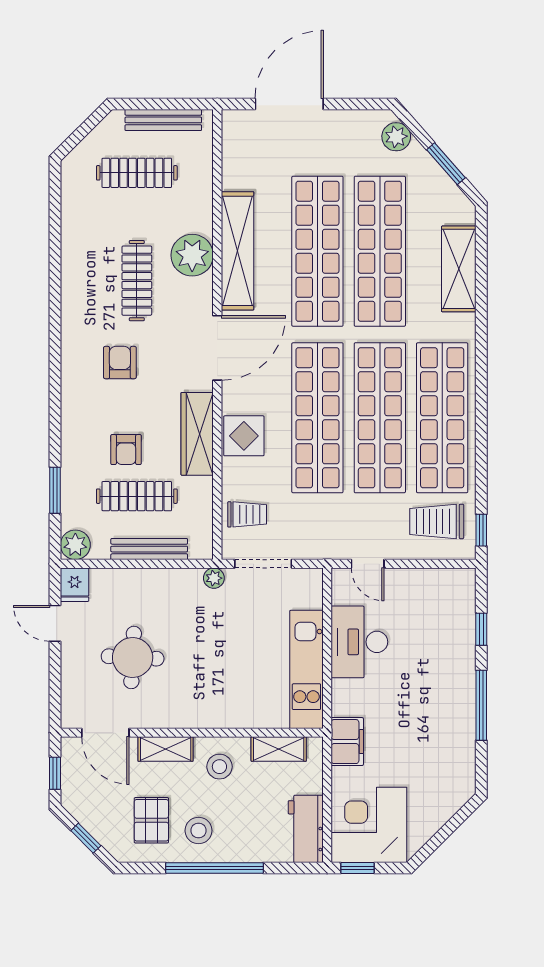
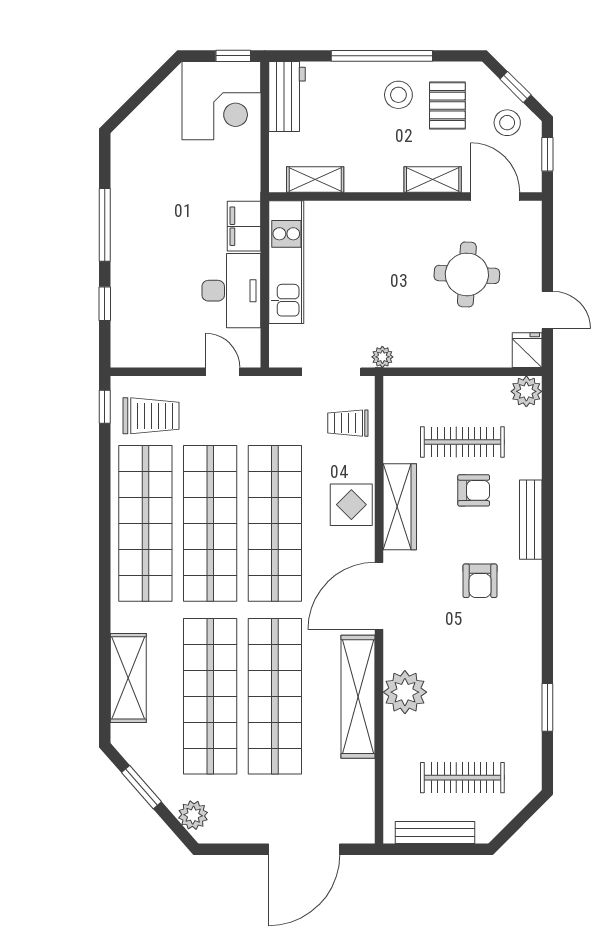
clothes rail: (137, 281) -> (462, 666), removed
armchair: (126, 450) -> (474, 490), turned 90
window: (55, 490) -> (547, 707), moved
bench: (149, 549) -> (531, 520), moved, turned 90
filing cabinet: (347, 742) -> (244, 226), moved
stool: (219, 767) -> (507, 123), moved

